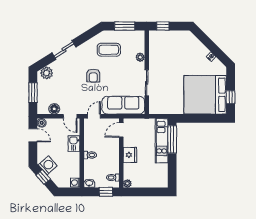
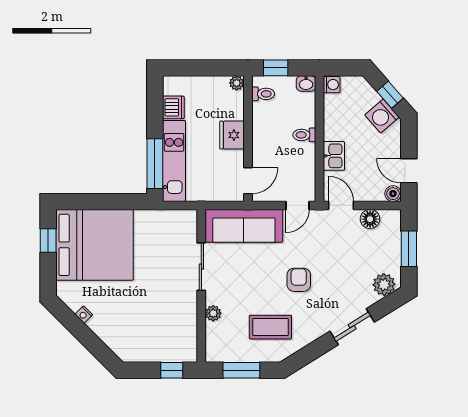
dishwasher: (162, 170) -> (173, 107), added

